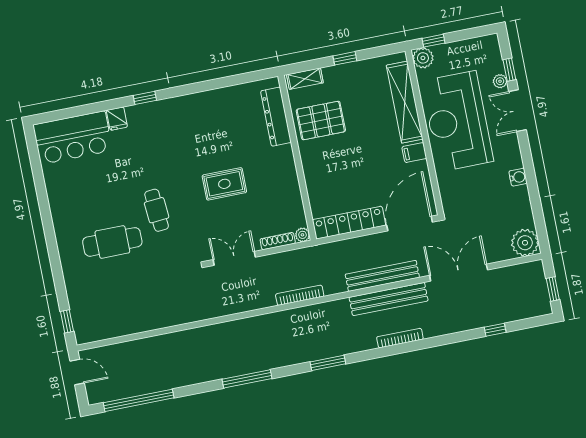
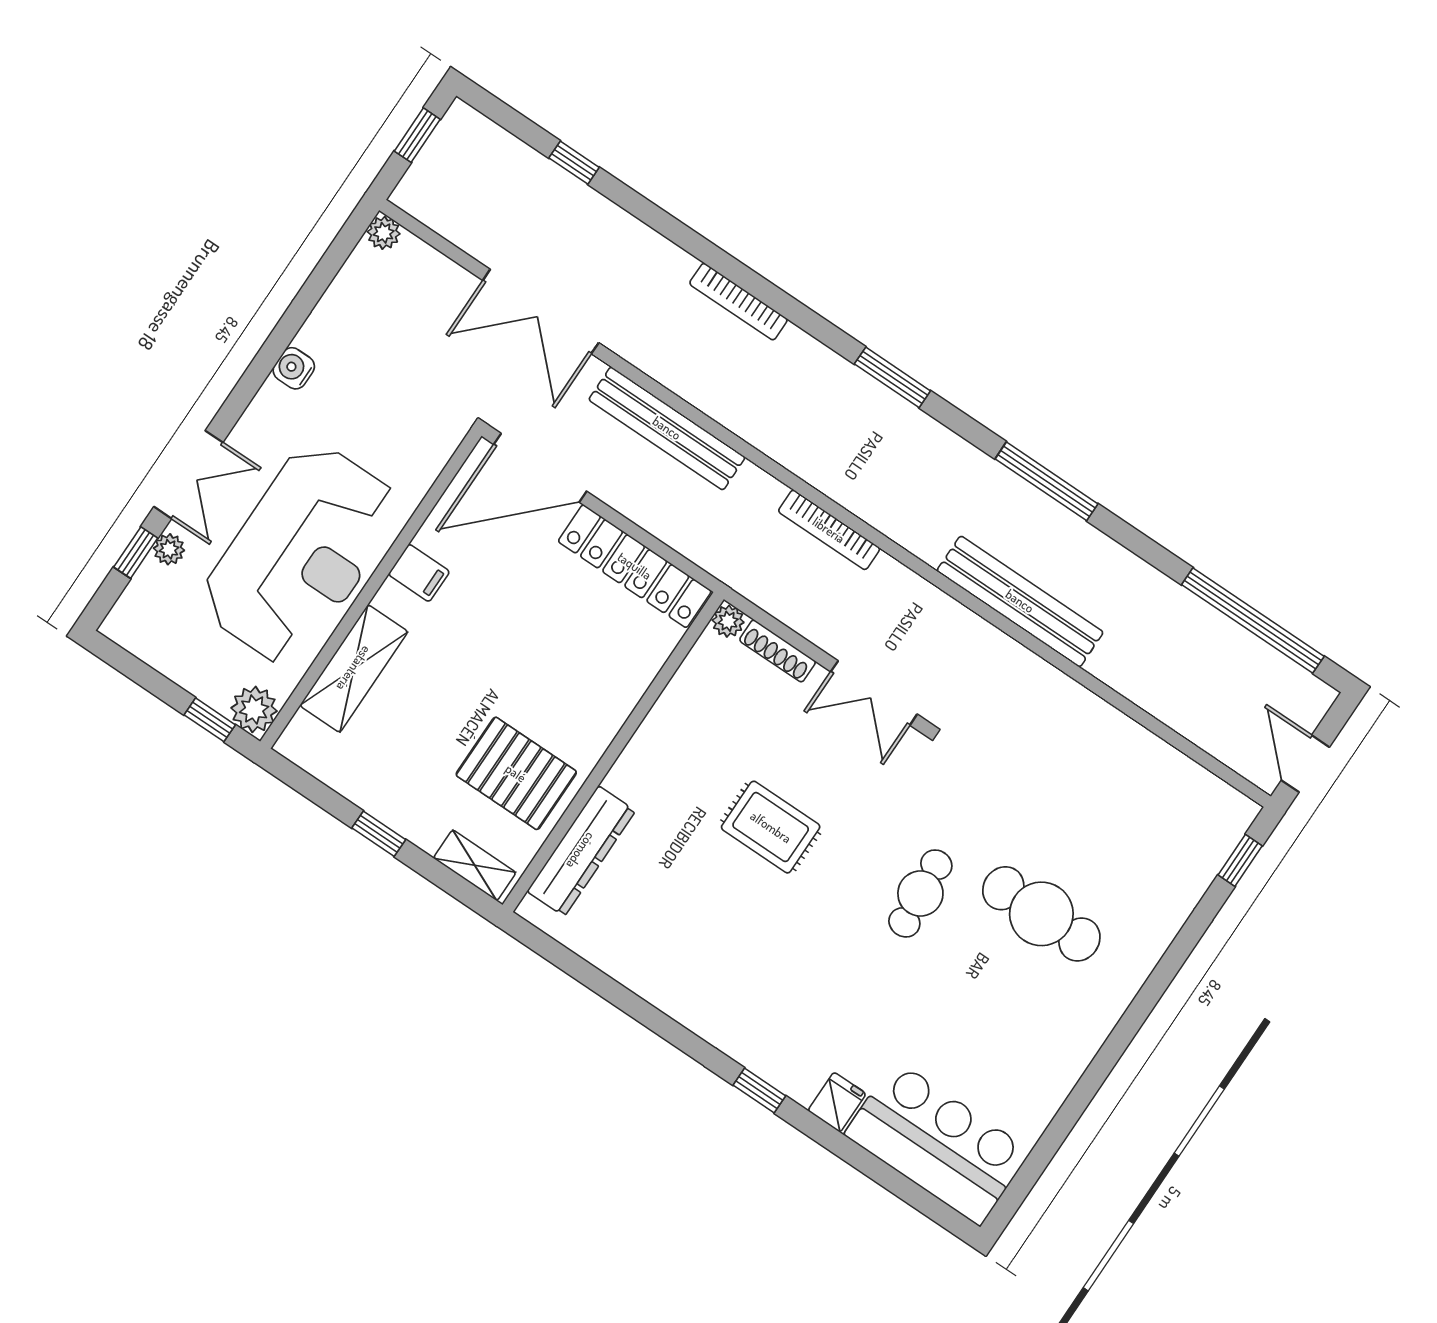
shelving: (405, 102) -> (354, 669), width x0.68
plant: (525, 243) -> (384, 233), width x0.53, depth x0.53
bench: (389, 299) -> (1020, 601), moved

